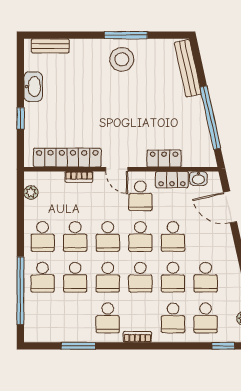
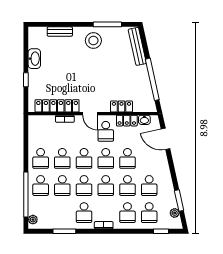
window: (126, 35) -> (107, 24), moved
bench: (50, 46) -> (60, 32), moved
plant: (31, 192) -> (33, 220), moved

